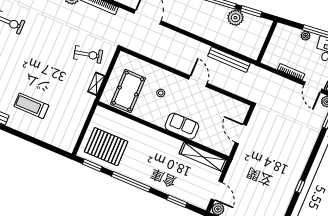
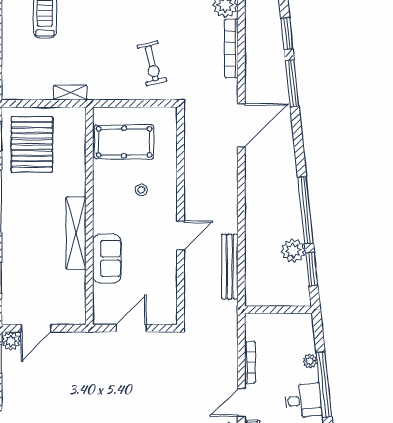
shelving: (96, 84) -> (70, 93), moved
sofa: (182, 126) -> (107, 259), moved
shelving: (203, 157) -> (76, 233), moved

